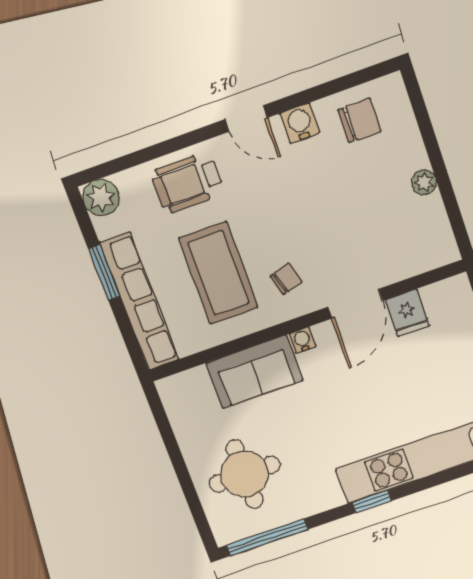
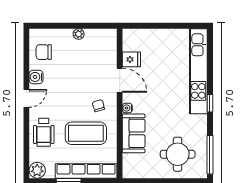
chair: (360, 120) -> (44, 52), turned -90

